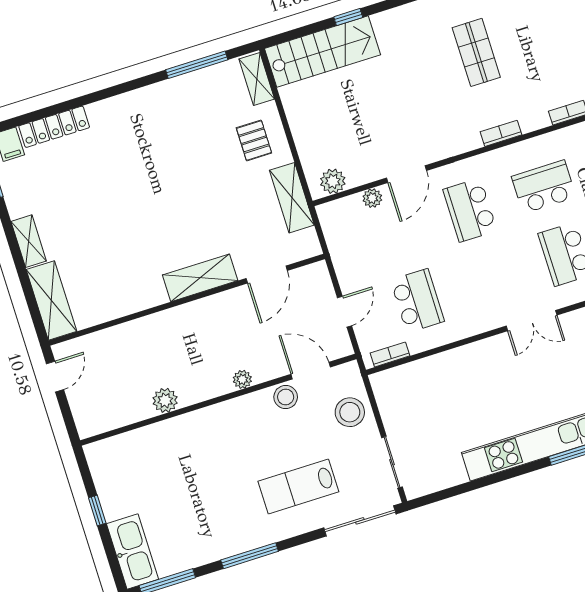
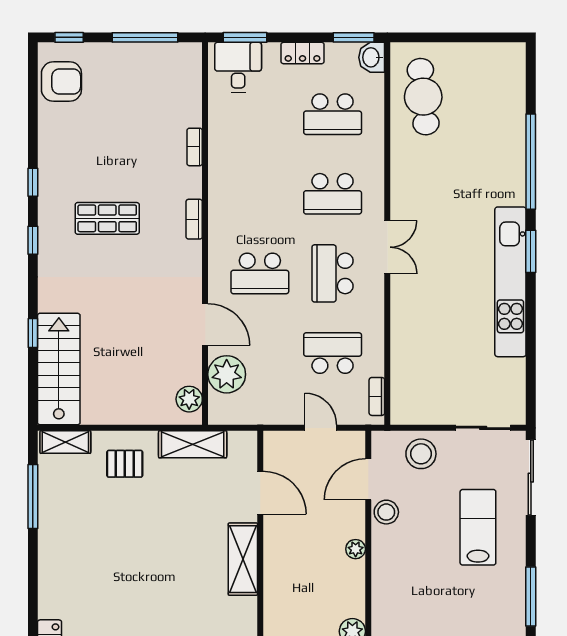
school desk: (544, 187) -> (333, 273), moved
plant: (372, 198) -> (227, 374), width x1.87, depth x1.87
lab bench: (298, 486) -> (478, 527), turned 180

